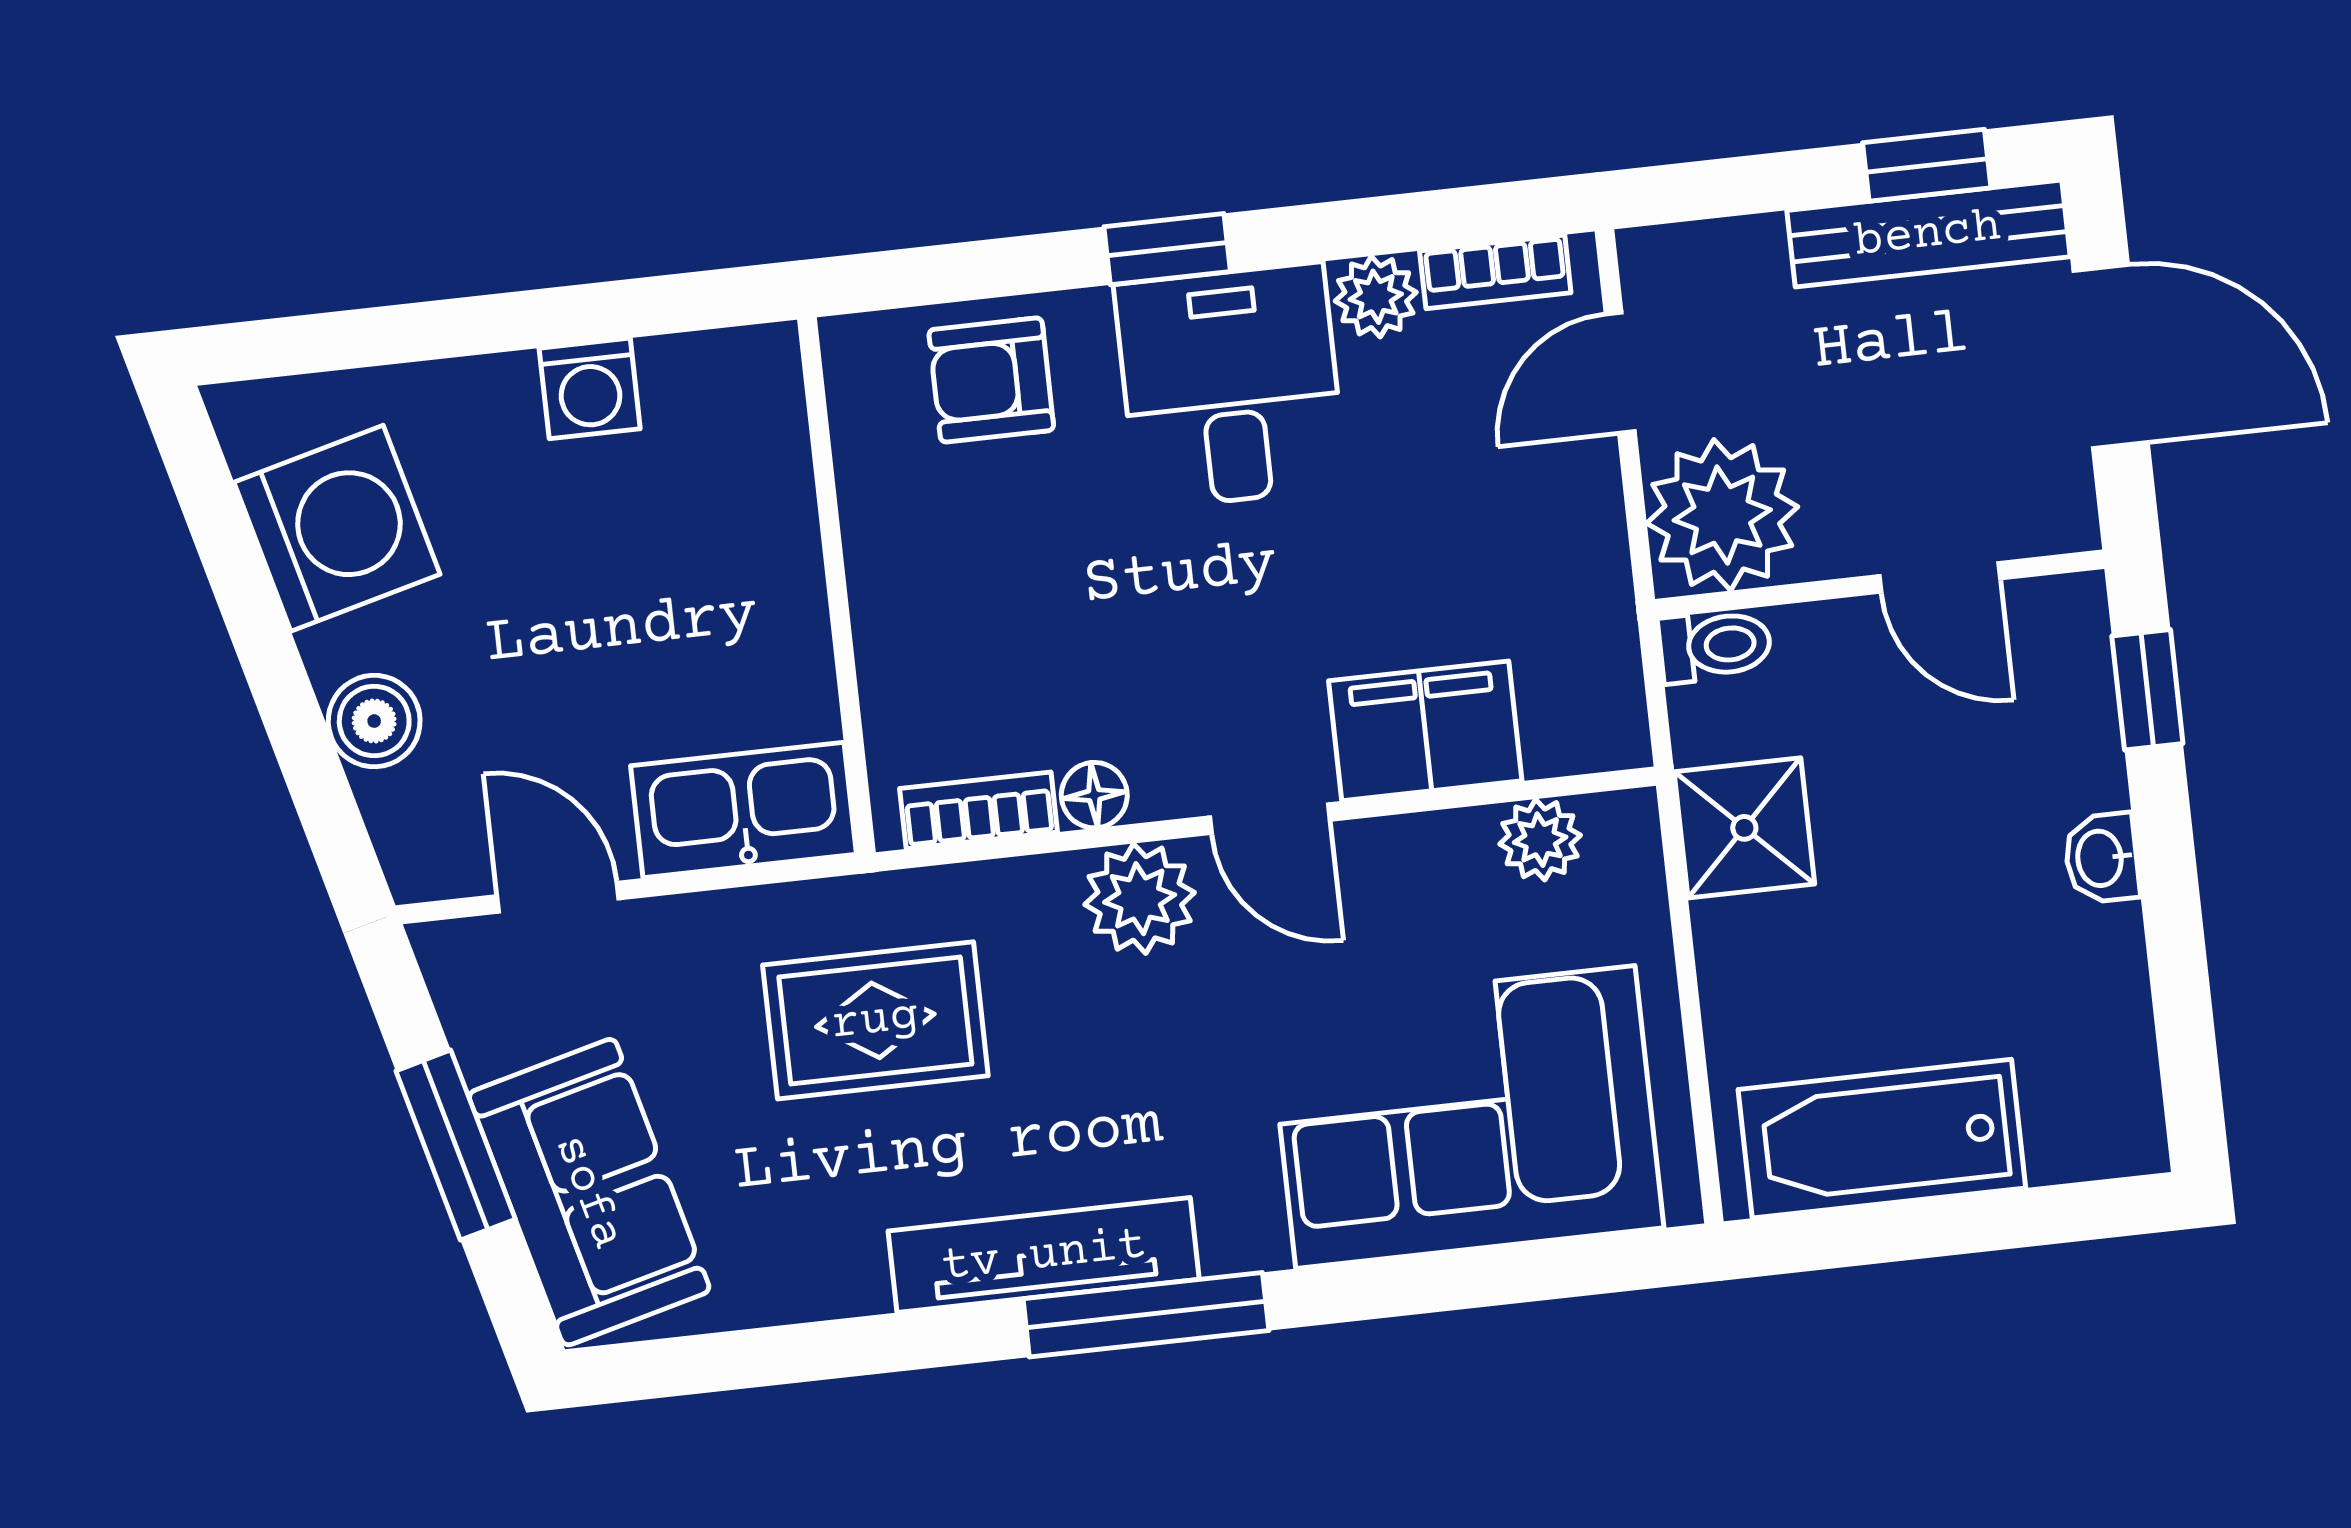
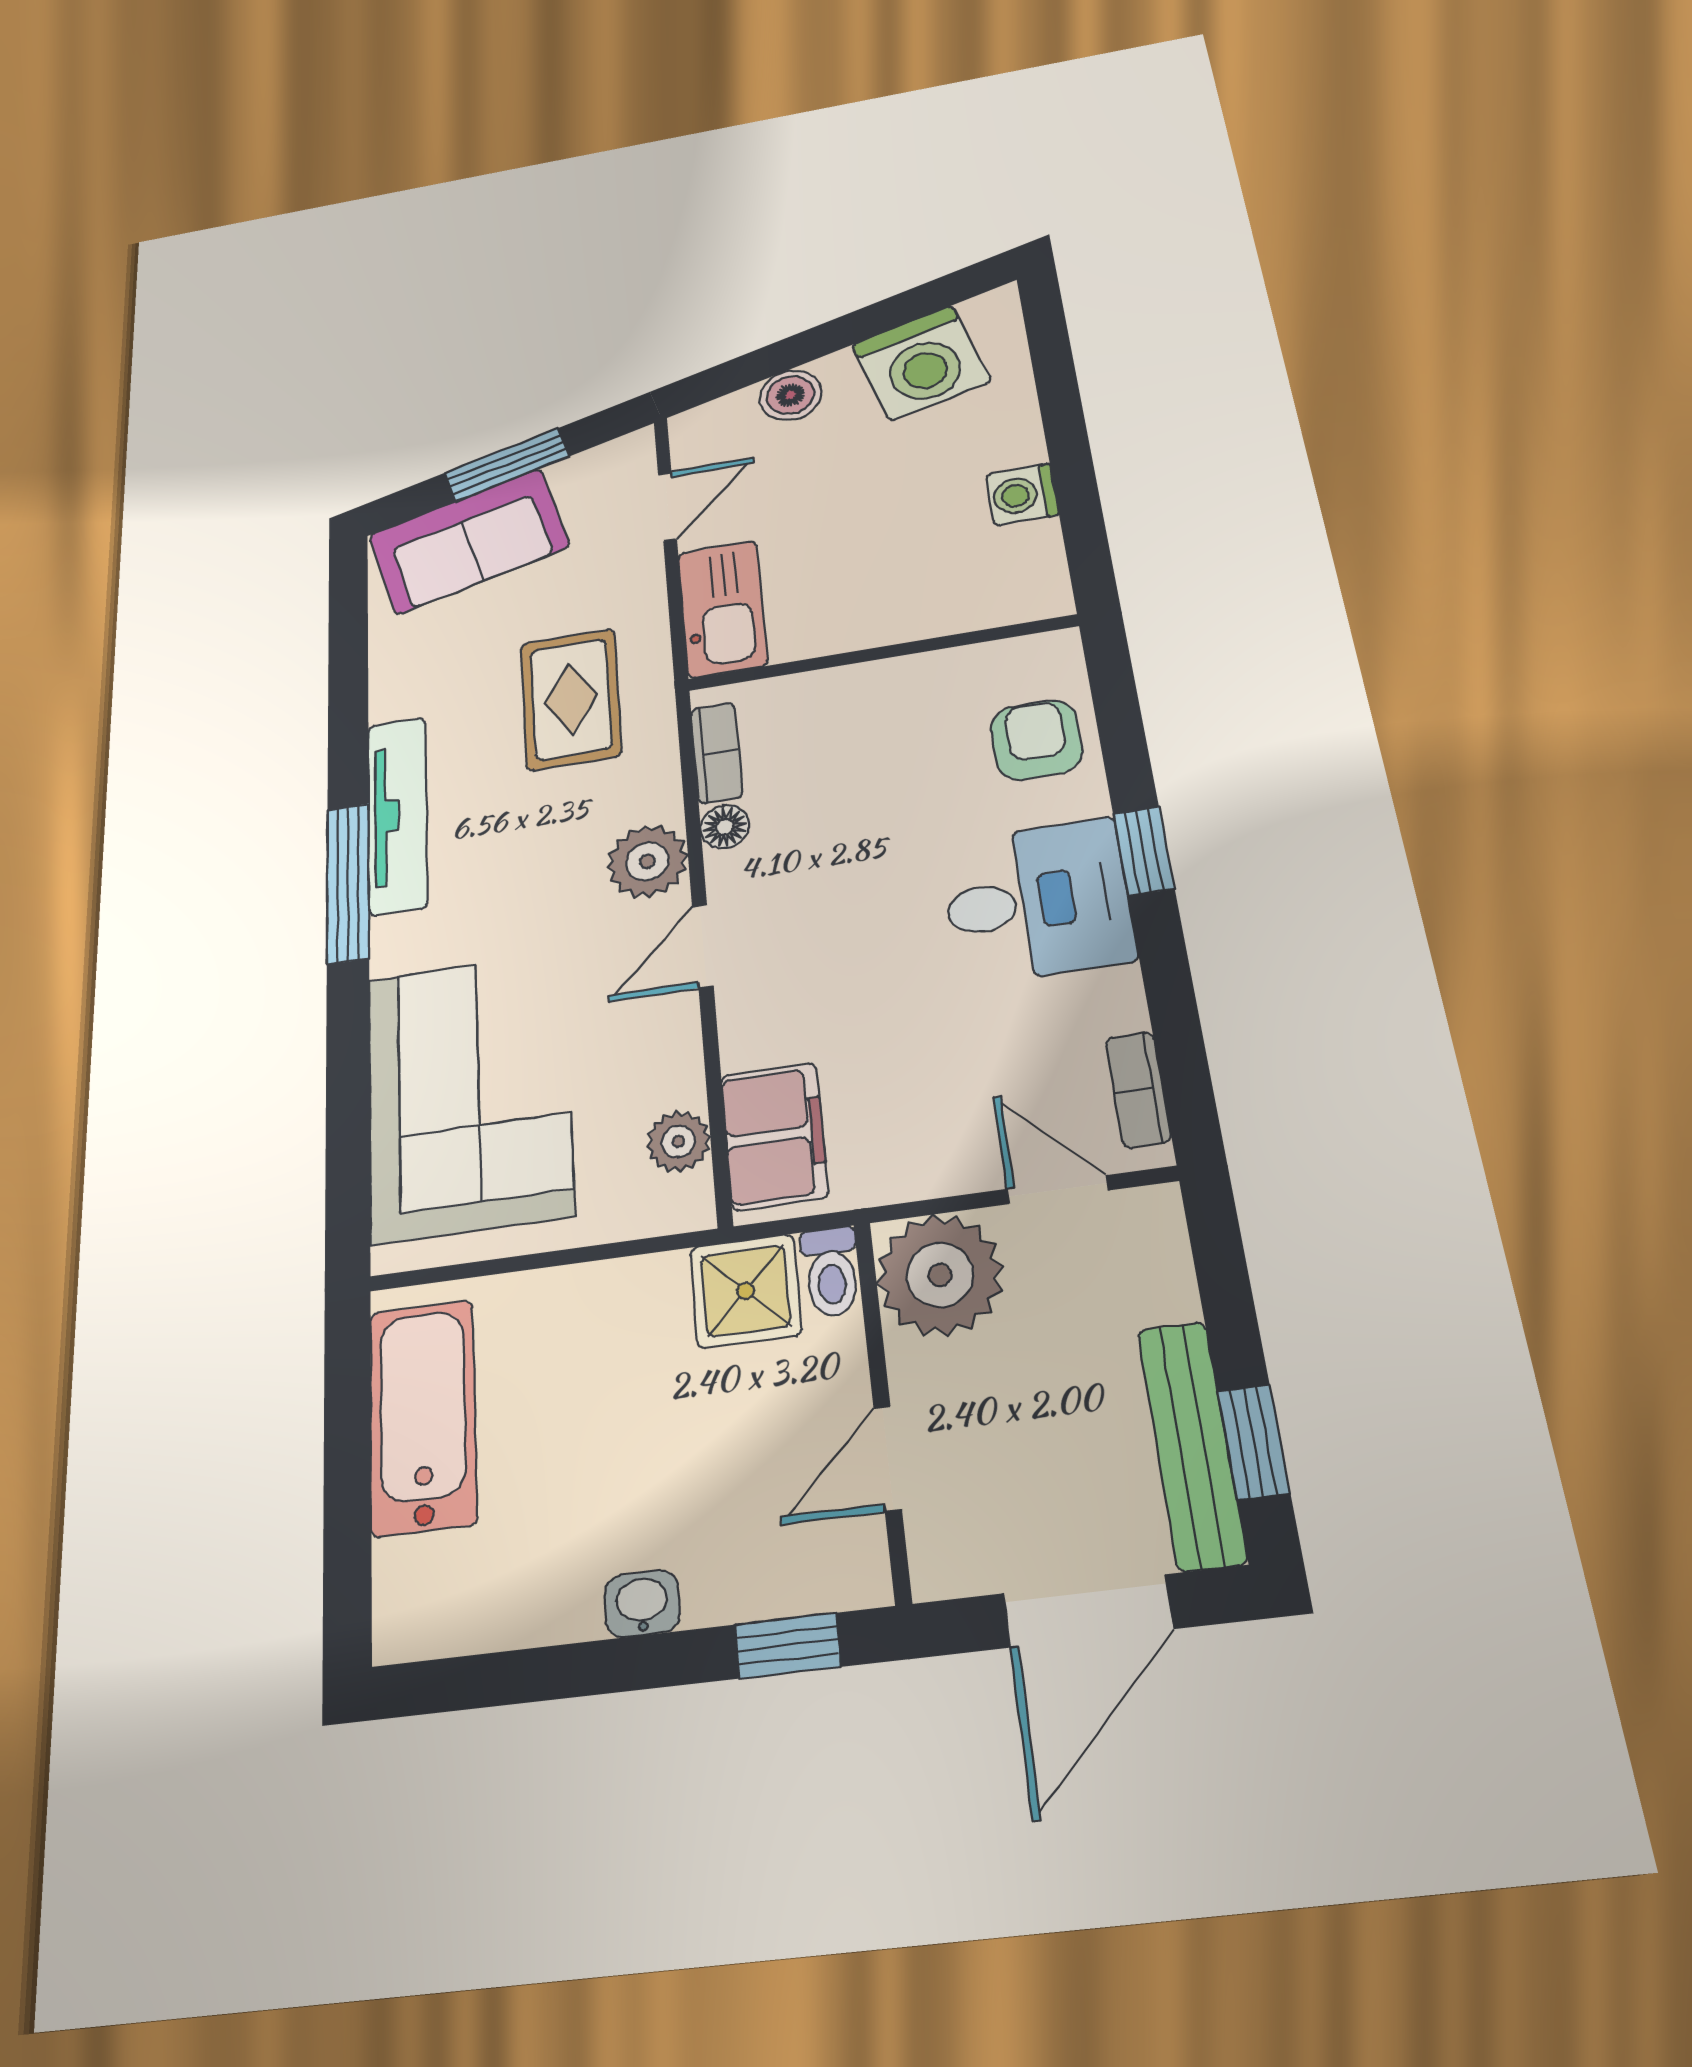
plant: (1376, 297) -> (1113, 1001), removed
filing cabinet: (1425, 731) -> (774, 1136), moved
shower: (1744, 828) -> (746, 1291), moved

